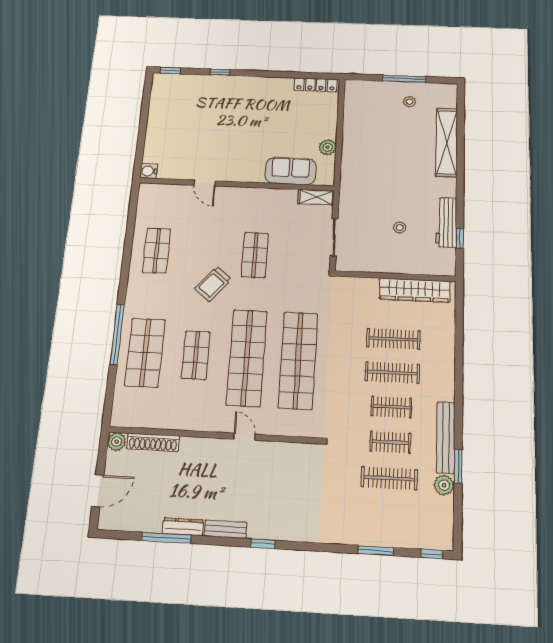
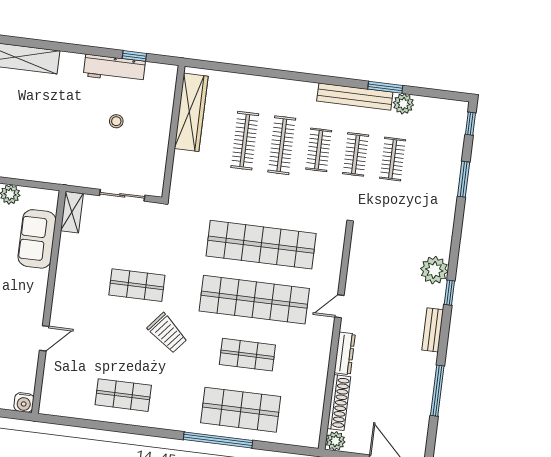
clothes rail: (389, 478) -> (393, 159), width x0.73
dresser: (183, 527) -> (345, 353), moved, turned 180
plant: (284, 527) -> (434, 270), added

